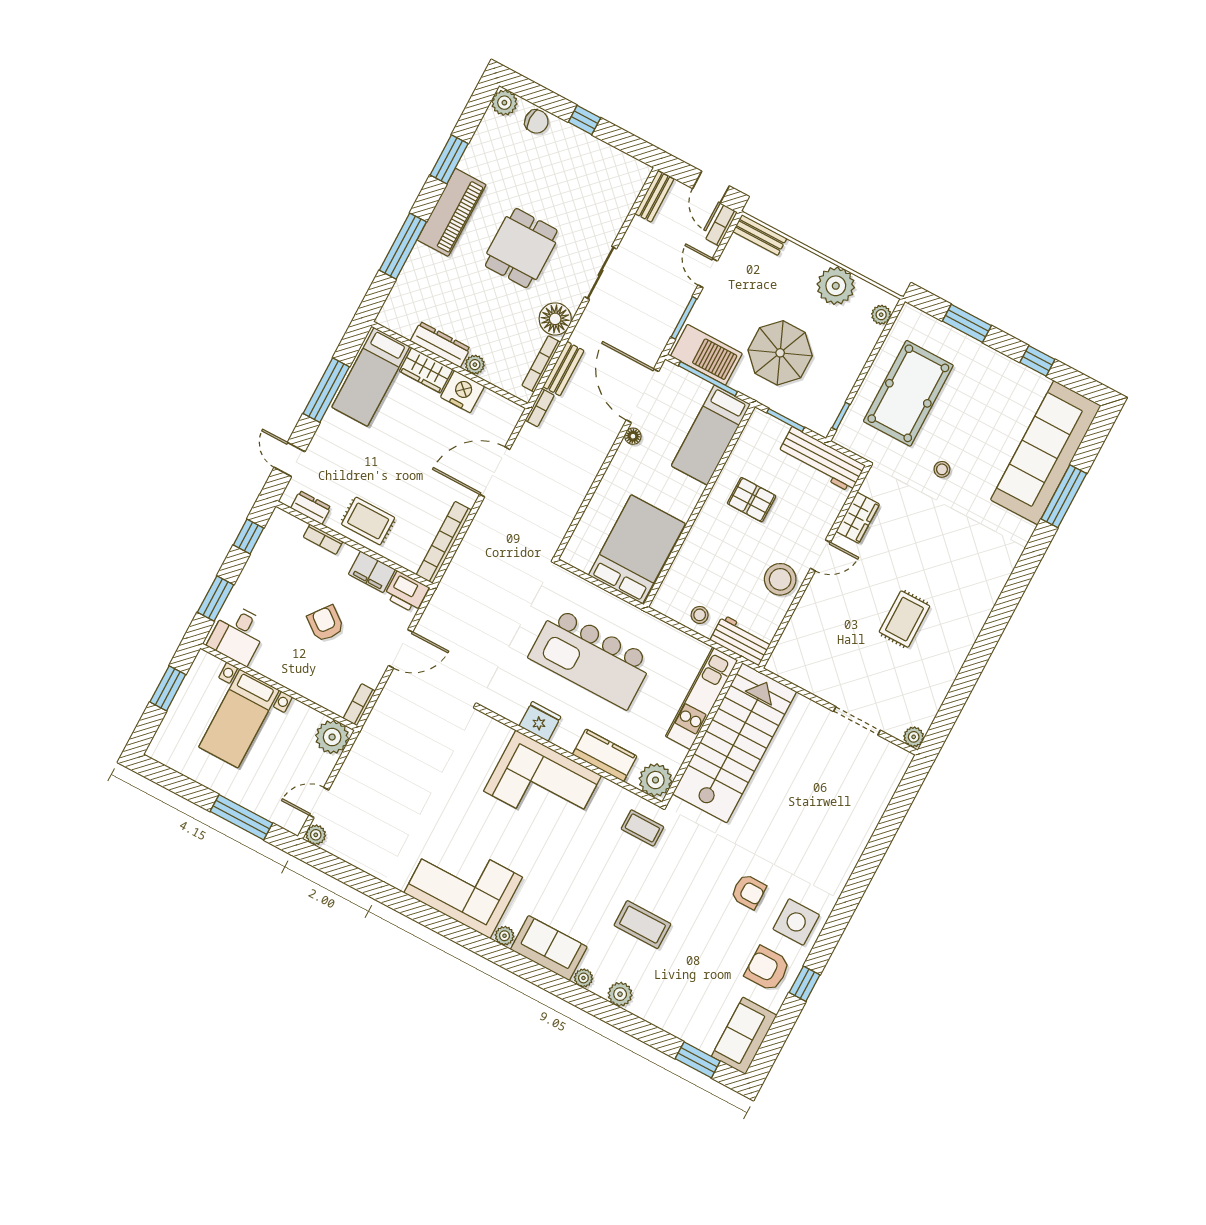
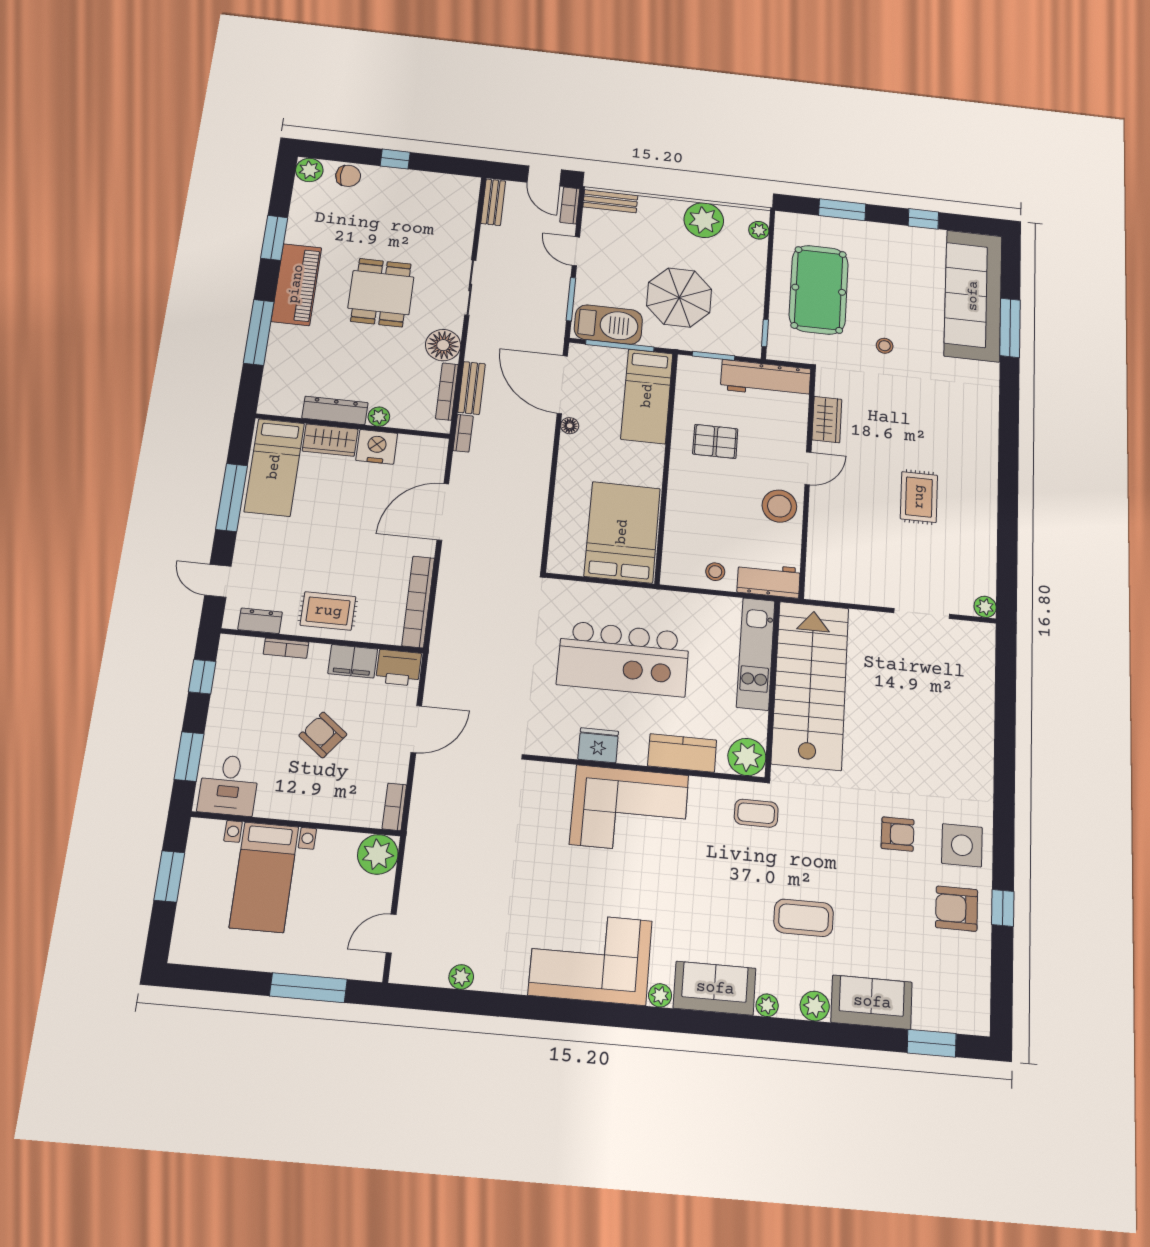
plant: (316, 835) -> (461, 977), moved
sofa: (744, 1036) -> (872, 1002), moved, turned 90

